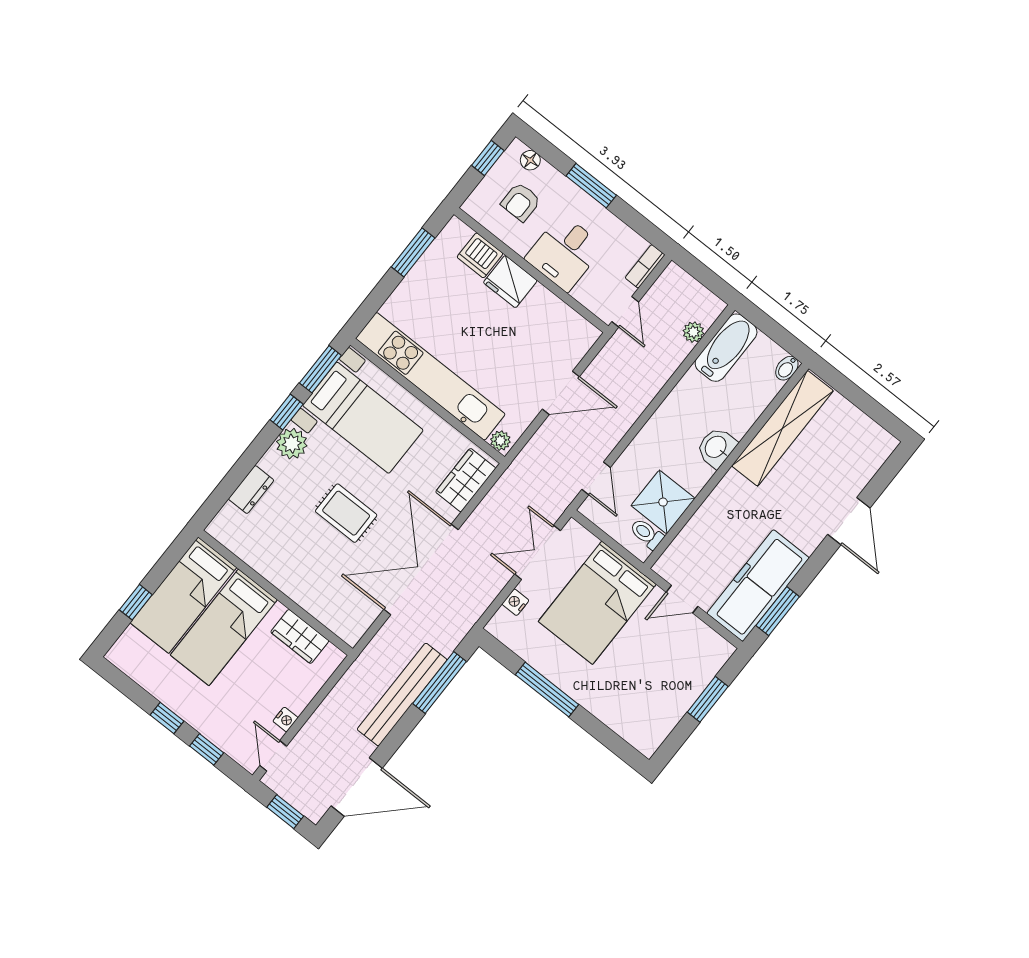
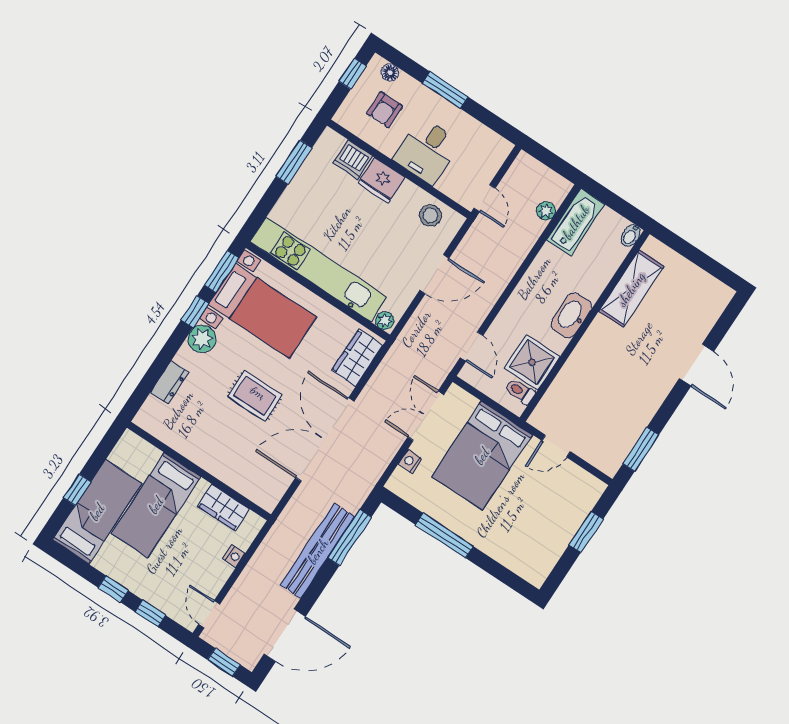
bookcase: (645, 266) -> (499, 157), removed
stool: (562, 326) -> (430, 215), added
shelving: (782, 428) -> (631, 289), width x0.68
washbasin: (716, 447) -> (571, 315), width x1.38
freezer: (758, 586) -> (622, 428), removed
bed: (183, 595) -> (97, 512), moved, turned 180
nightstand: (285, 719) -> (234, 556), moved

